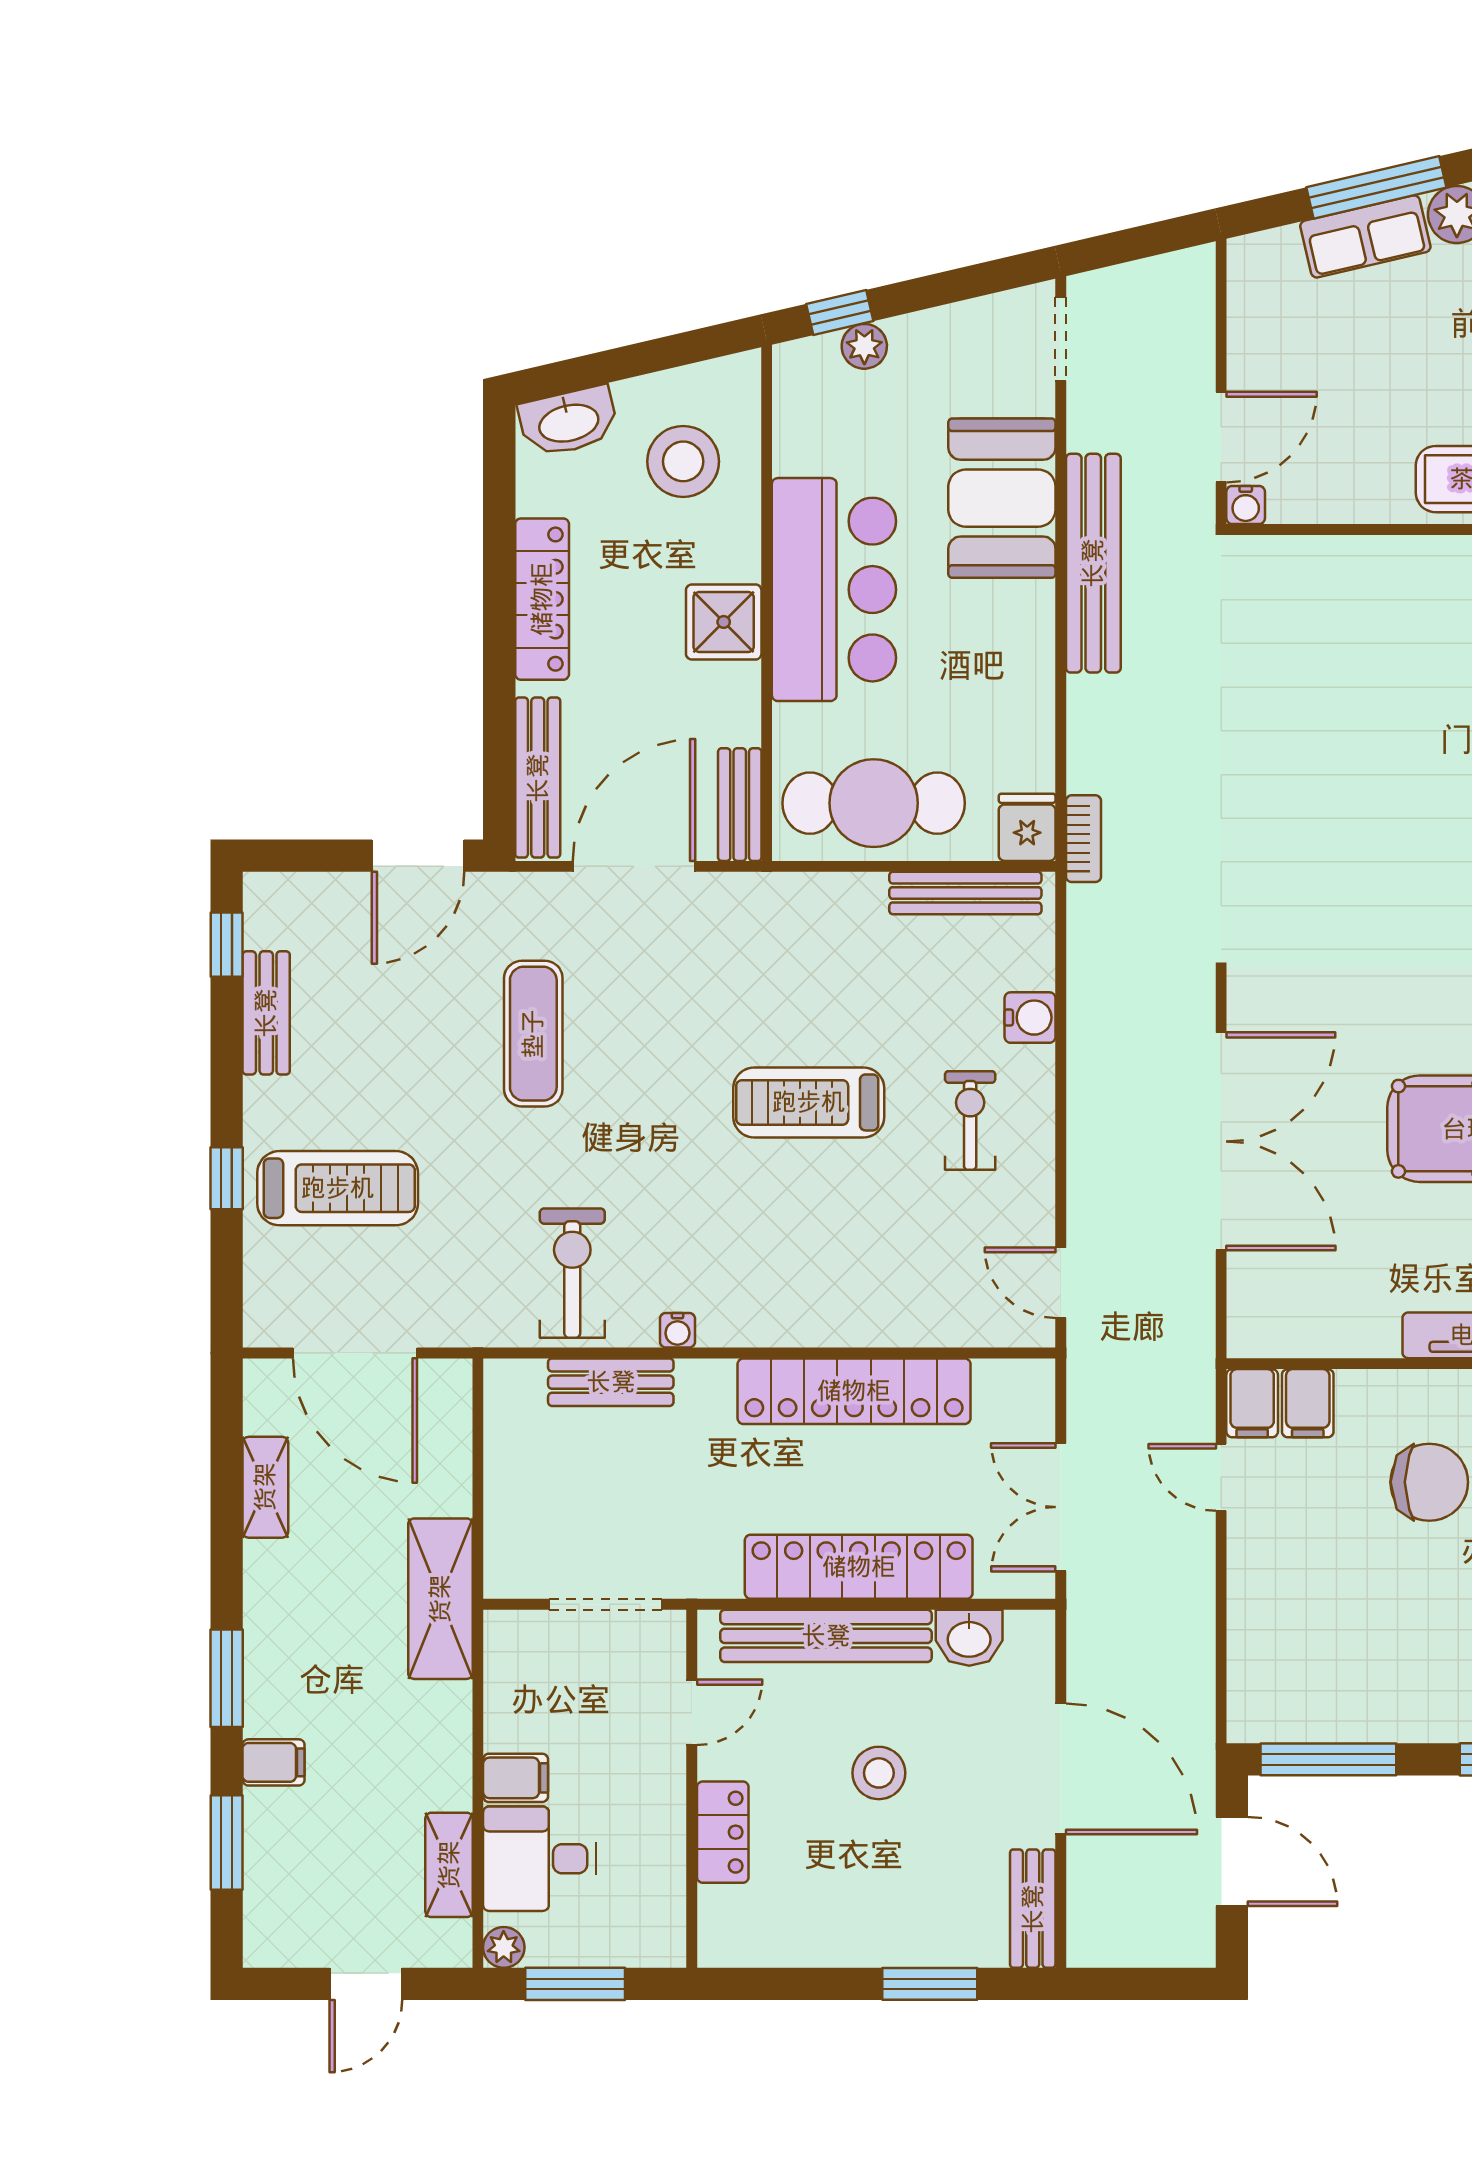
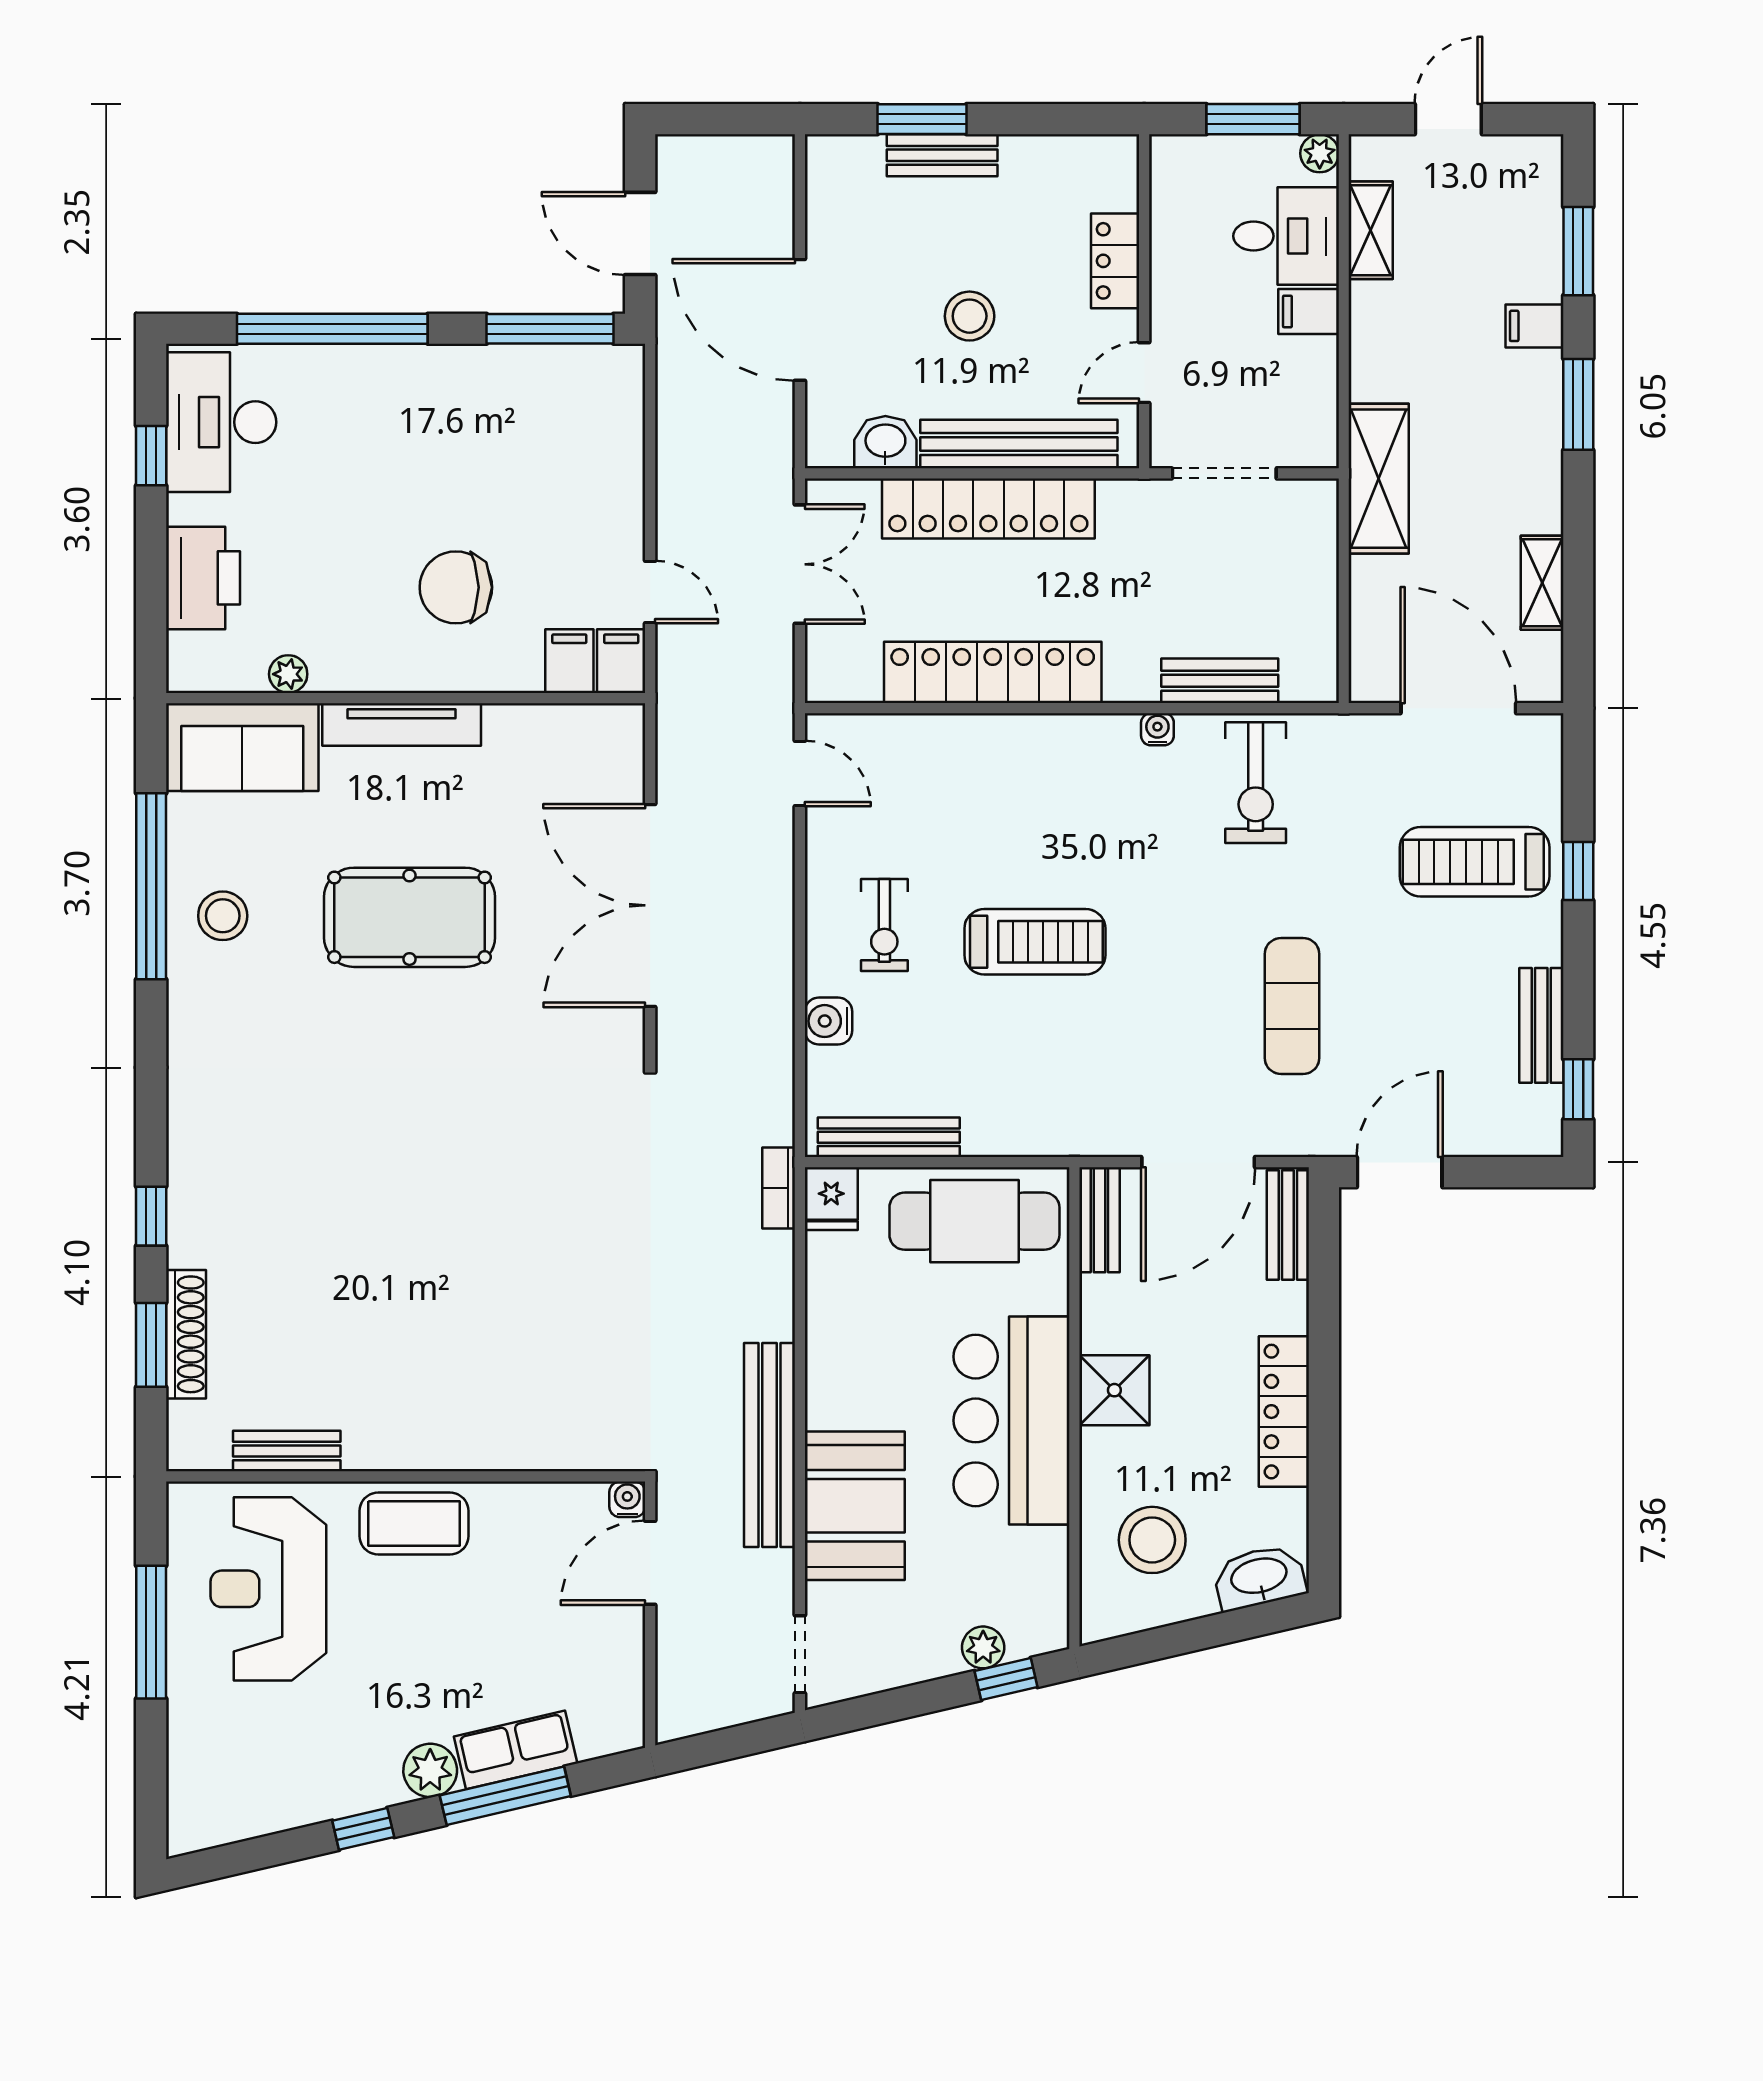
bench: (538, 778) -> (1288, 1225), width x0.73
bench: (1033, 1909) -> (942, 155), moved, turned 90

